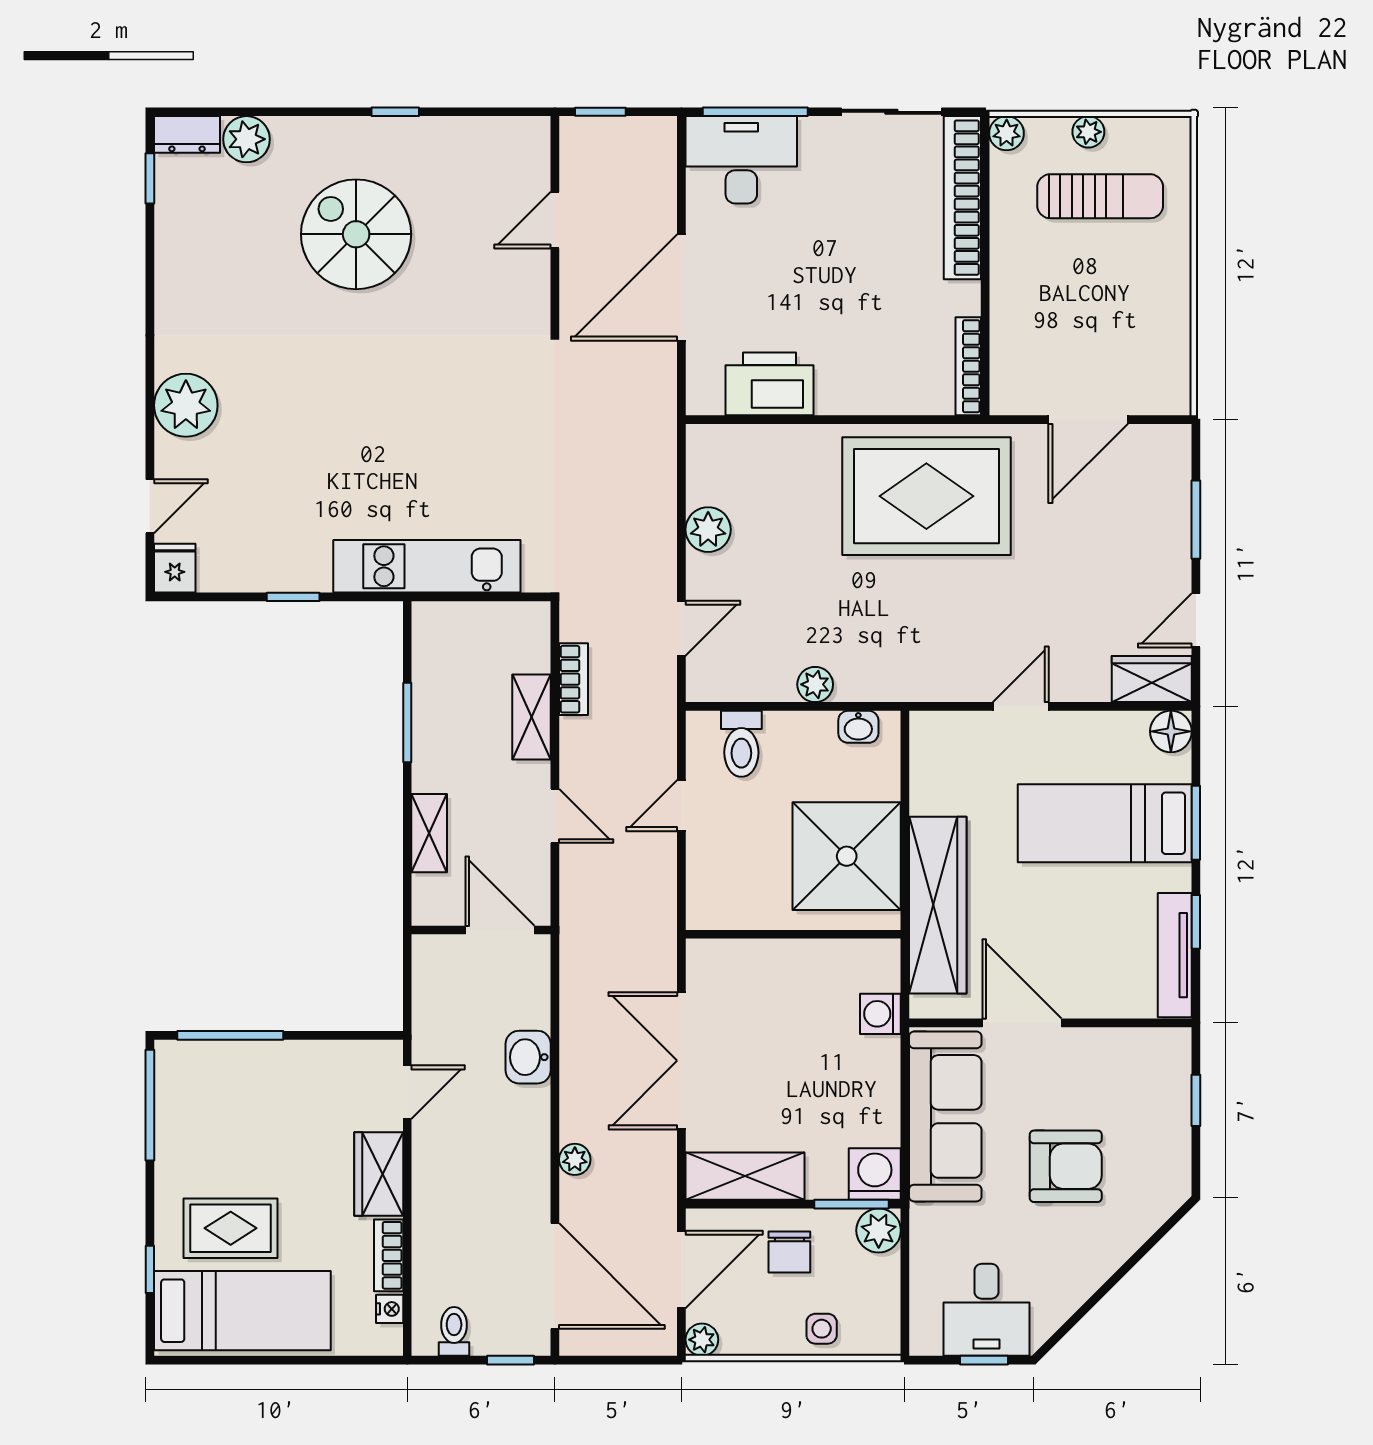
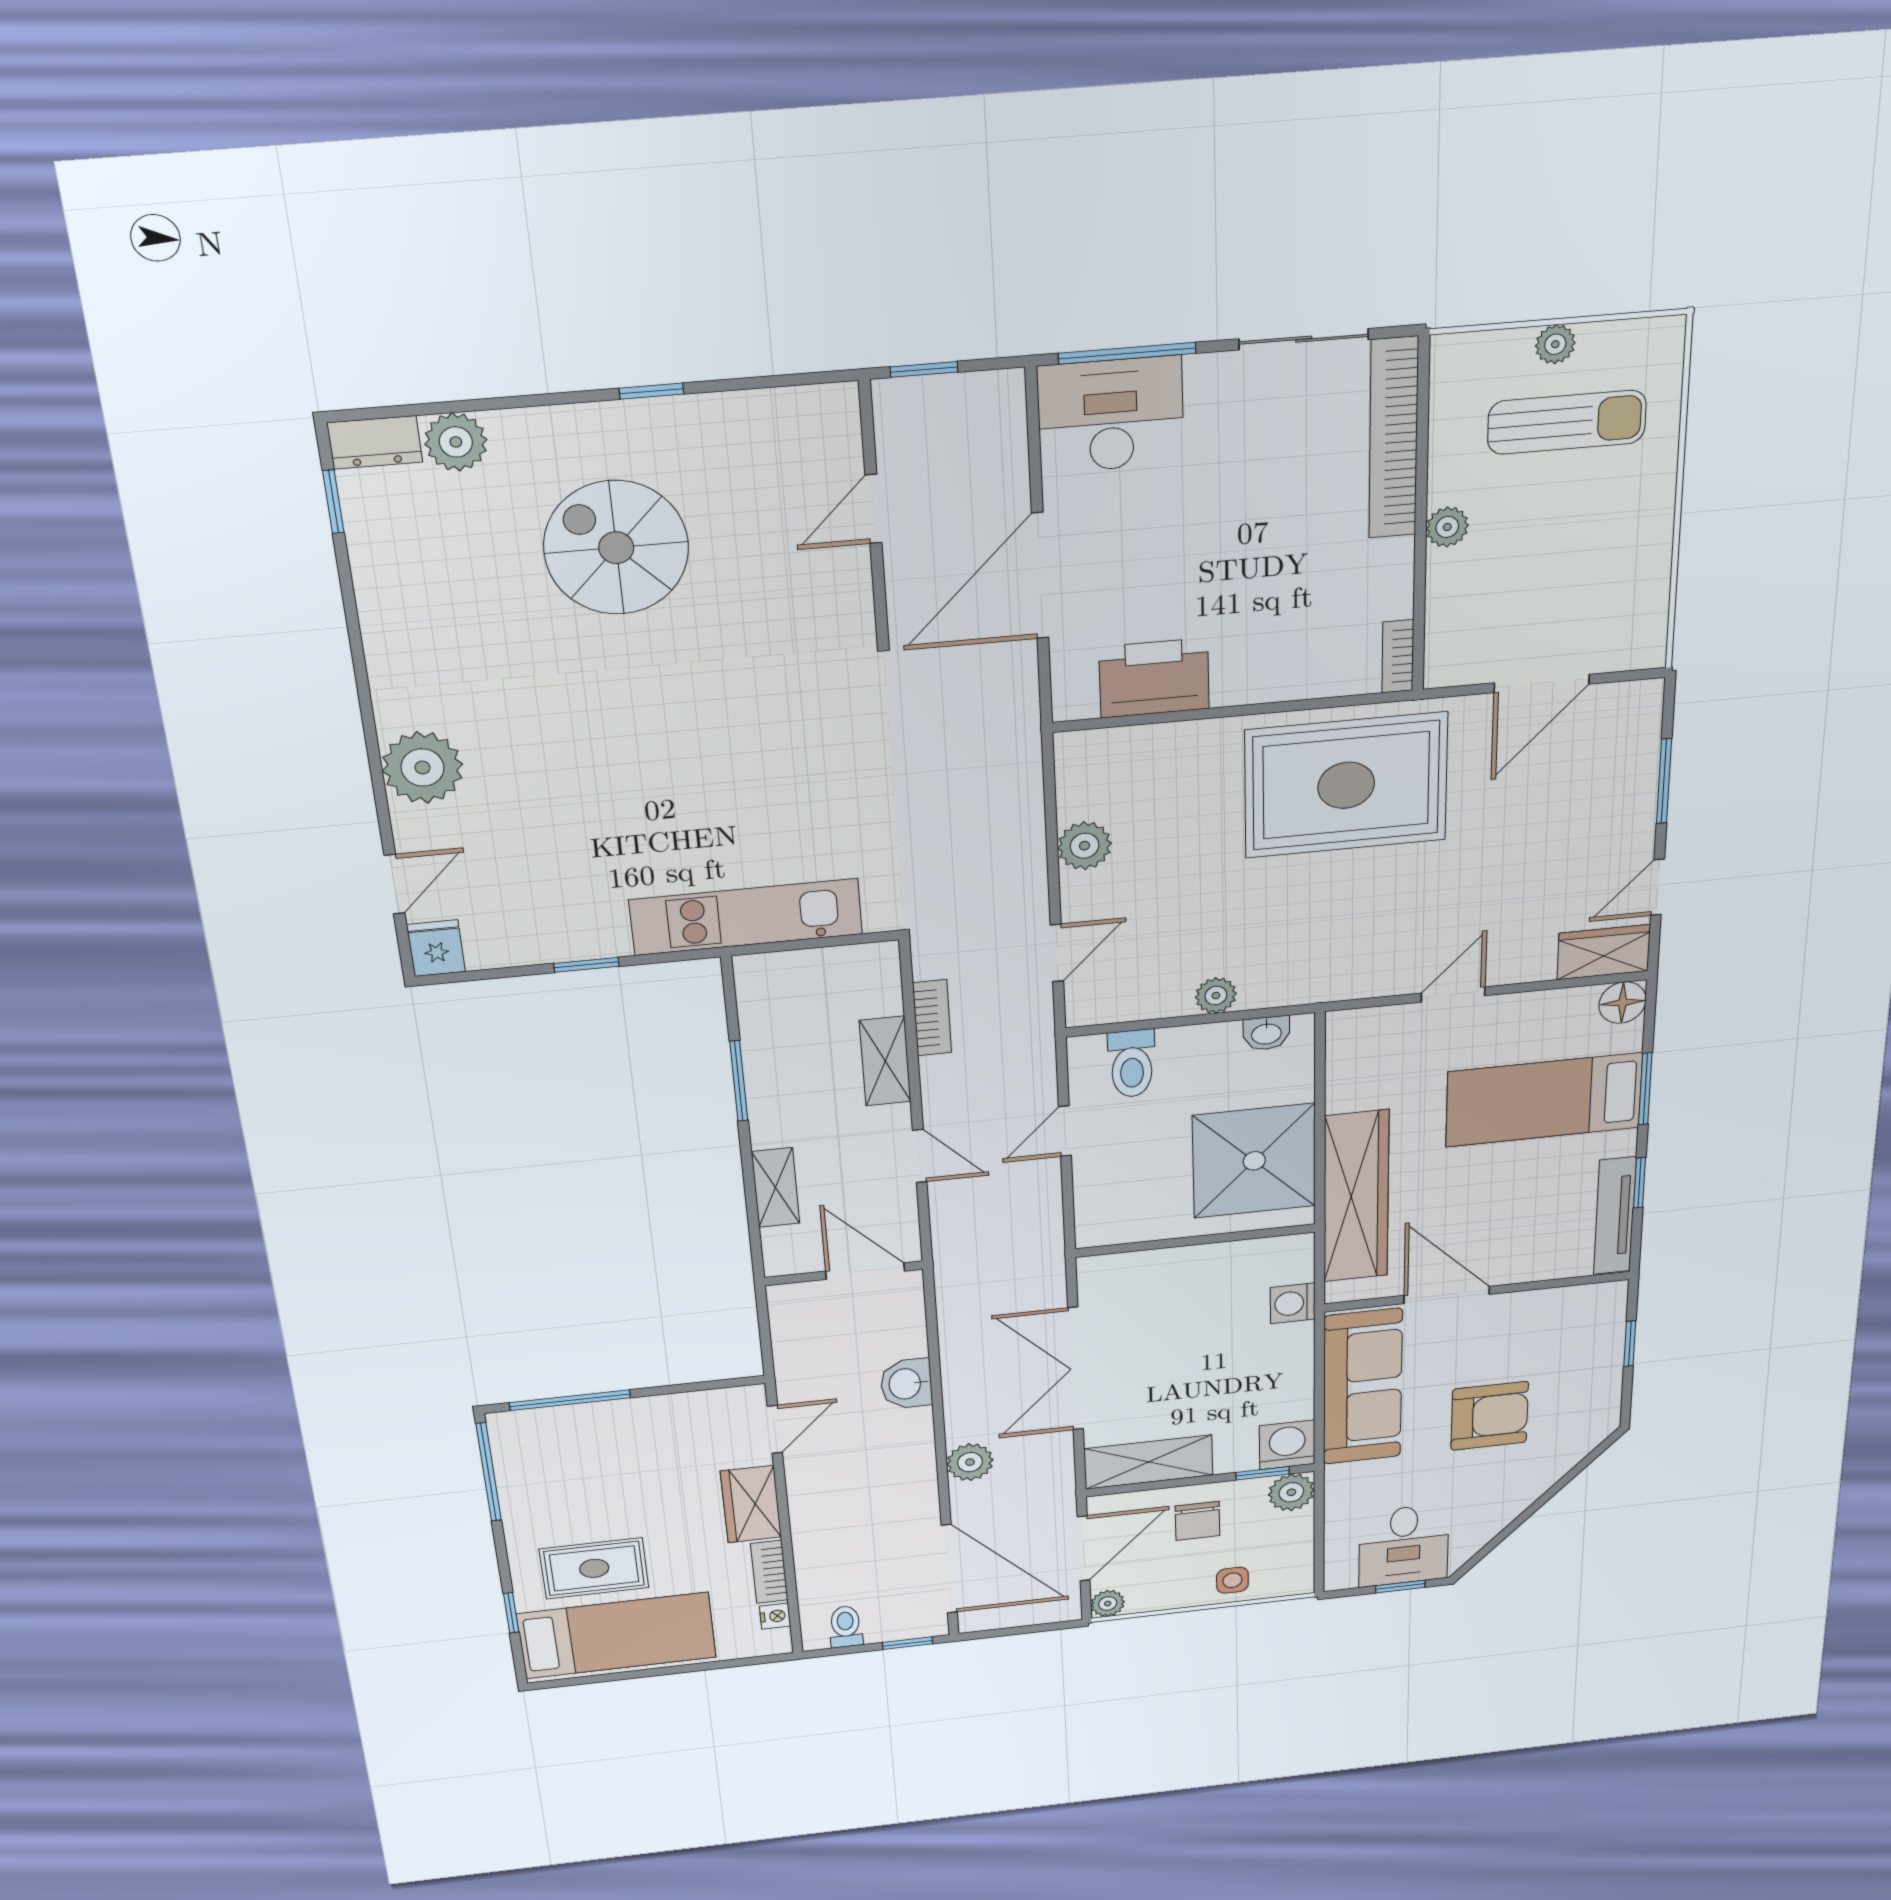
plant: (1007, 133) -> (1447, 527), moved
bookcase: (968, 366) -> (1398, 656), width x0.64
plant: (575, 1159) -> (970, 1462), width x1.38, depth x1.38
window: (851, 1204) -> (1263, 1473), width x0.67

